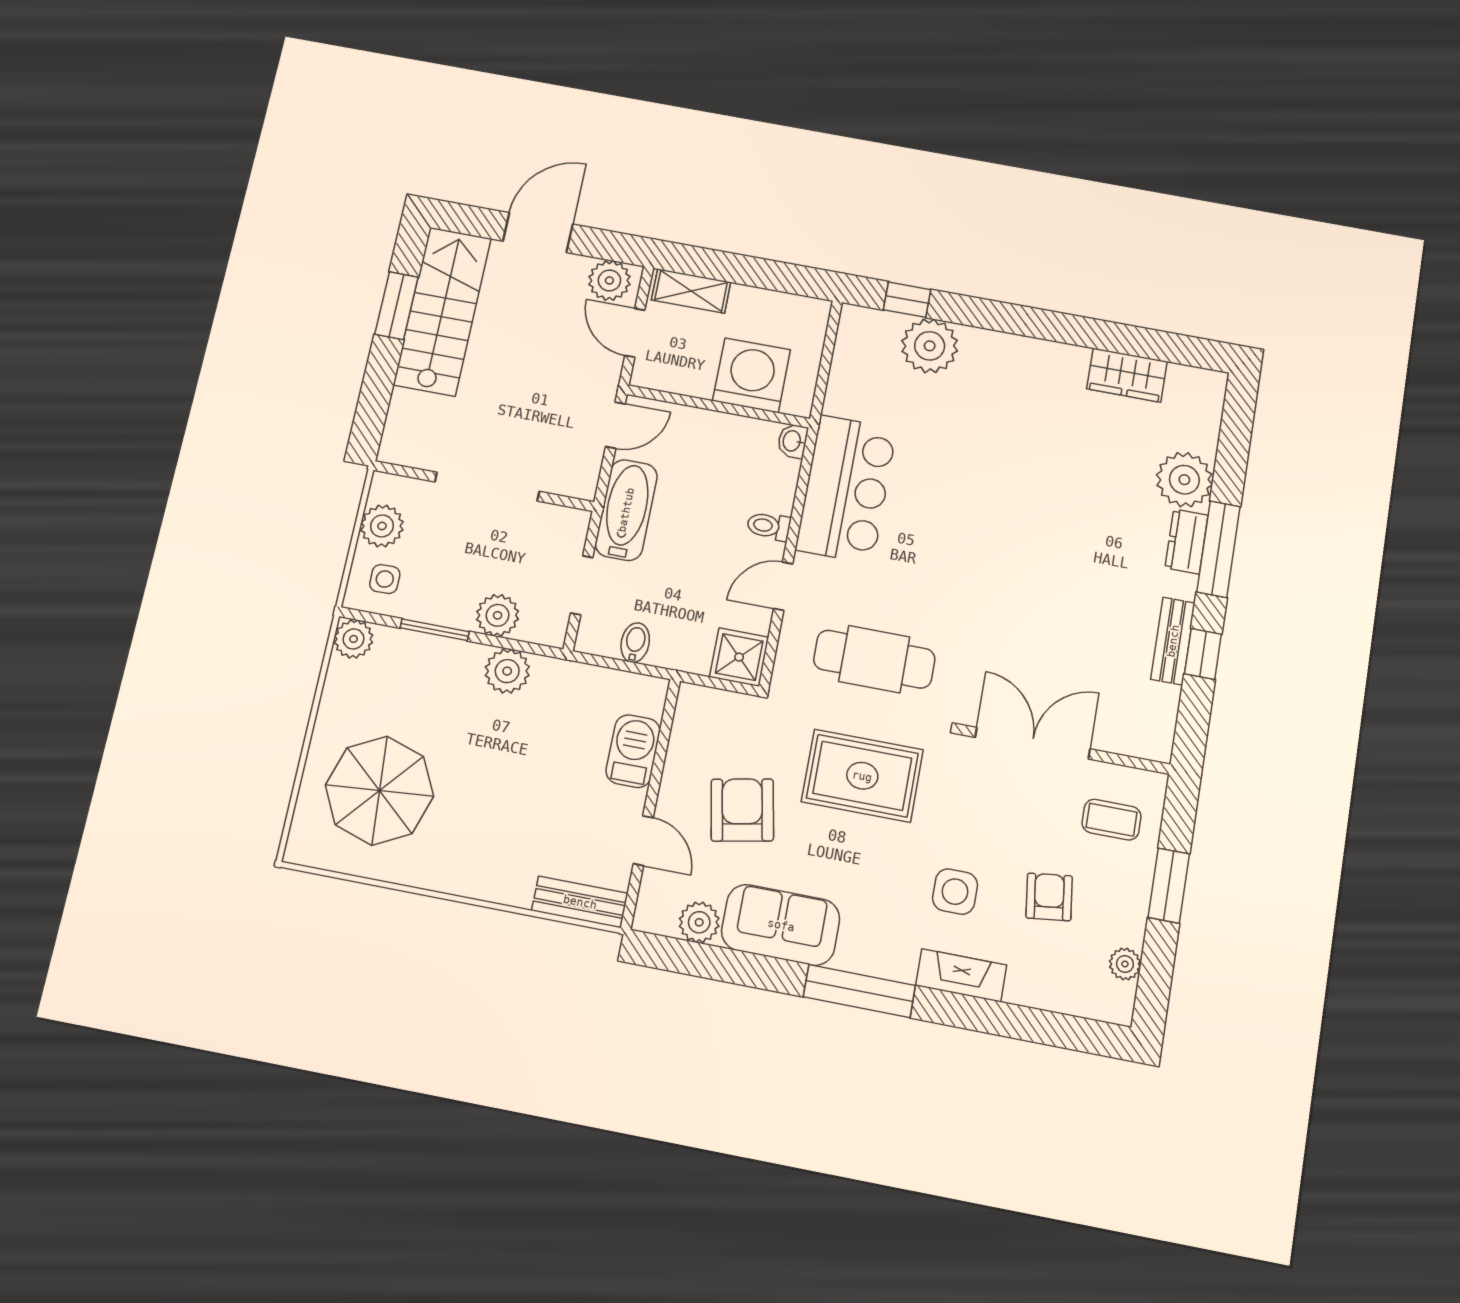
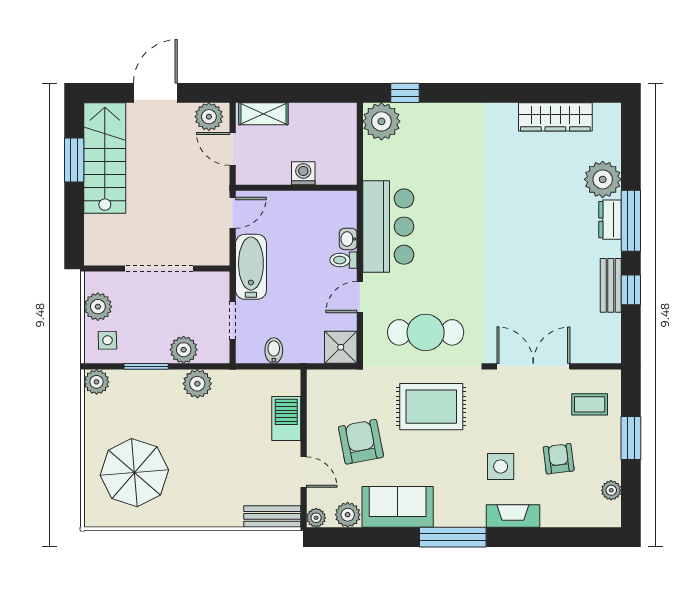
plant: (930, 346) -> (381, 121), moved
washing machine: (752, 375) -> (303, 173), width x0.53, depth x0.53
wardrobe: (1127, 375) -> (555, 117), width x1.50
washbasin: (793, 441) -> (348, 239), moved
plant: (648, 917) -> (316, 518), added

